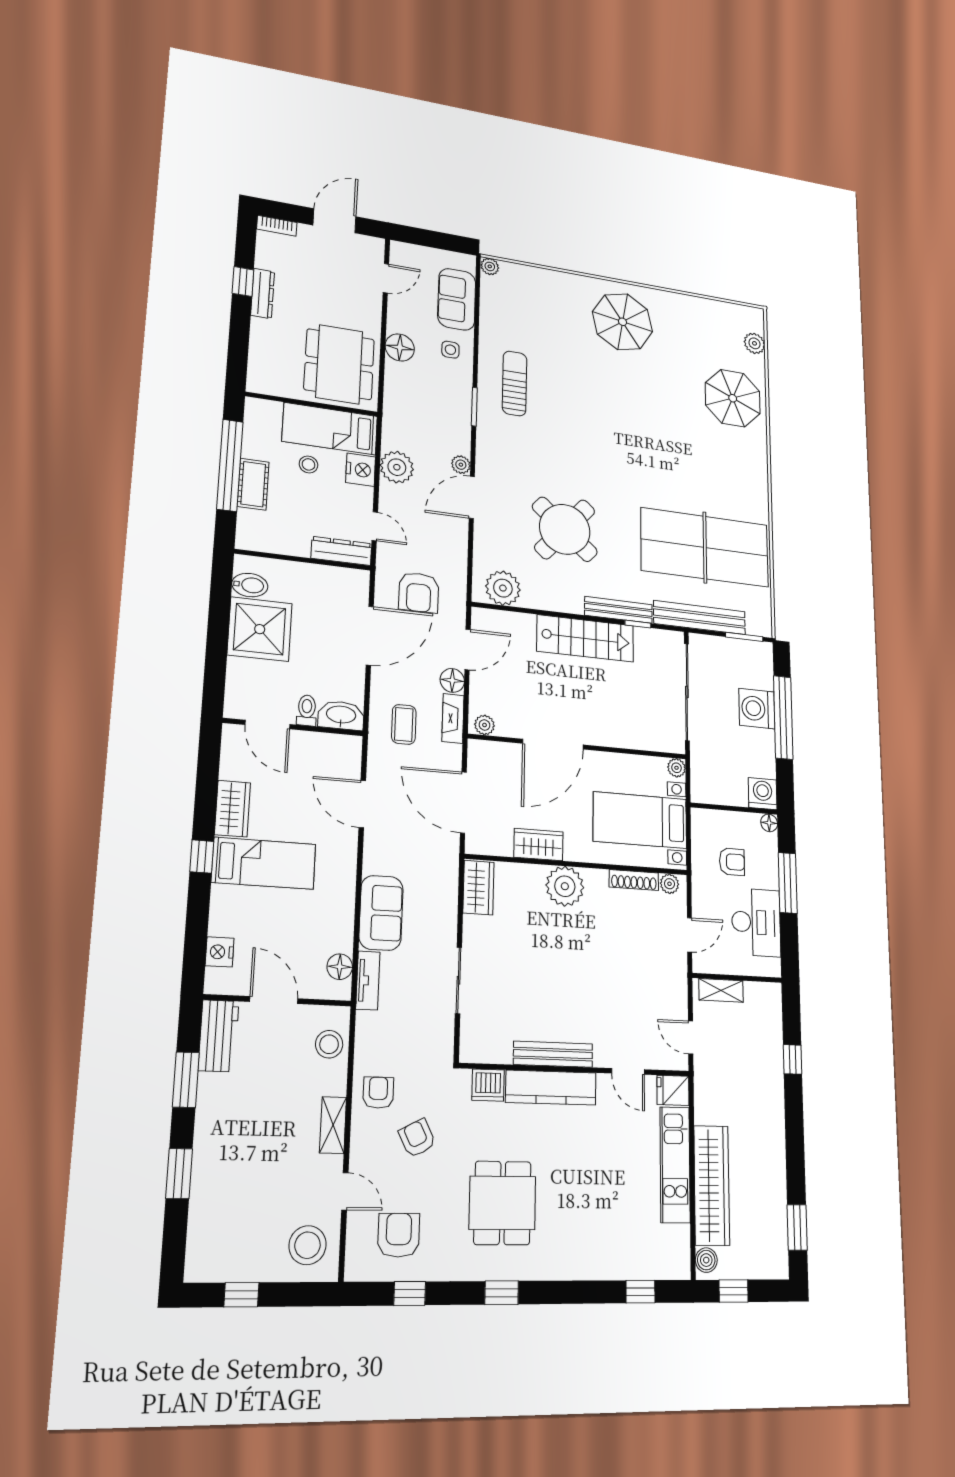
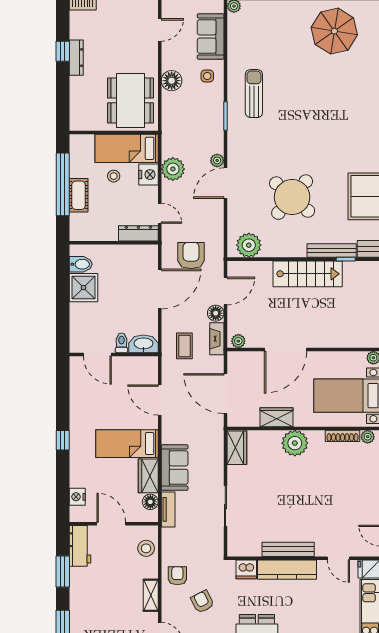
armchair: (419, 592) -> (191, 255), turned 180
shower: (260, 629) -> (84, 288), width x0.73, depth x0.73
wardrobe: (232, 809) -> (148, 476), moved, turned 180
bed: (264, 863) -> (127, 444), moved, turned 180

